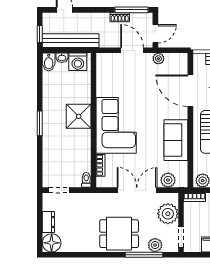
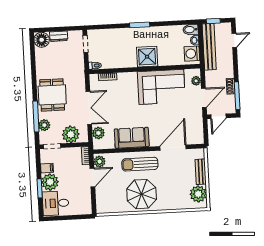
door: (155, 34) -> (218, 116), hinge flipped
plant: (158, 59) -> (196, 81), moved
corner sofa: (116, 125) -> (161, 87), moved

